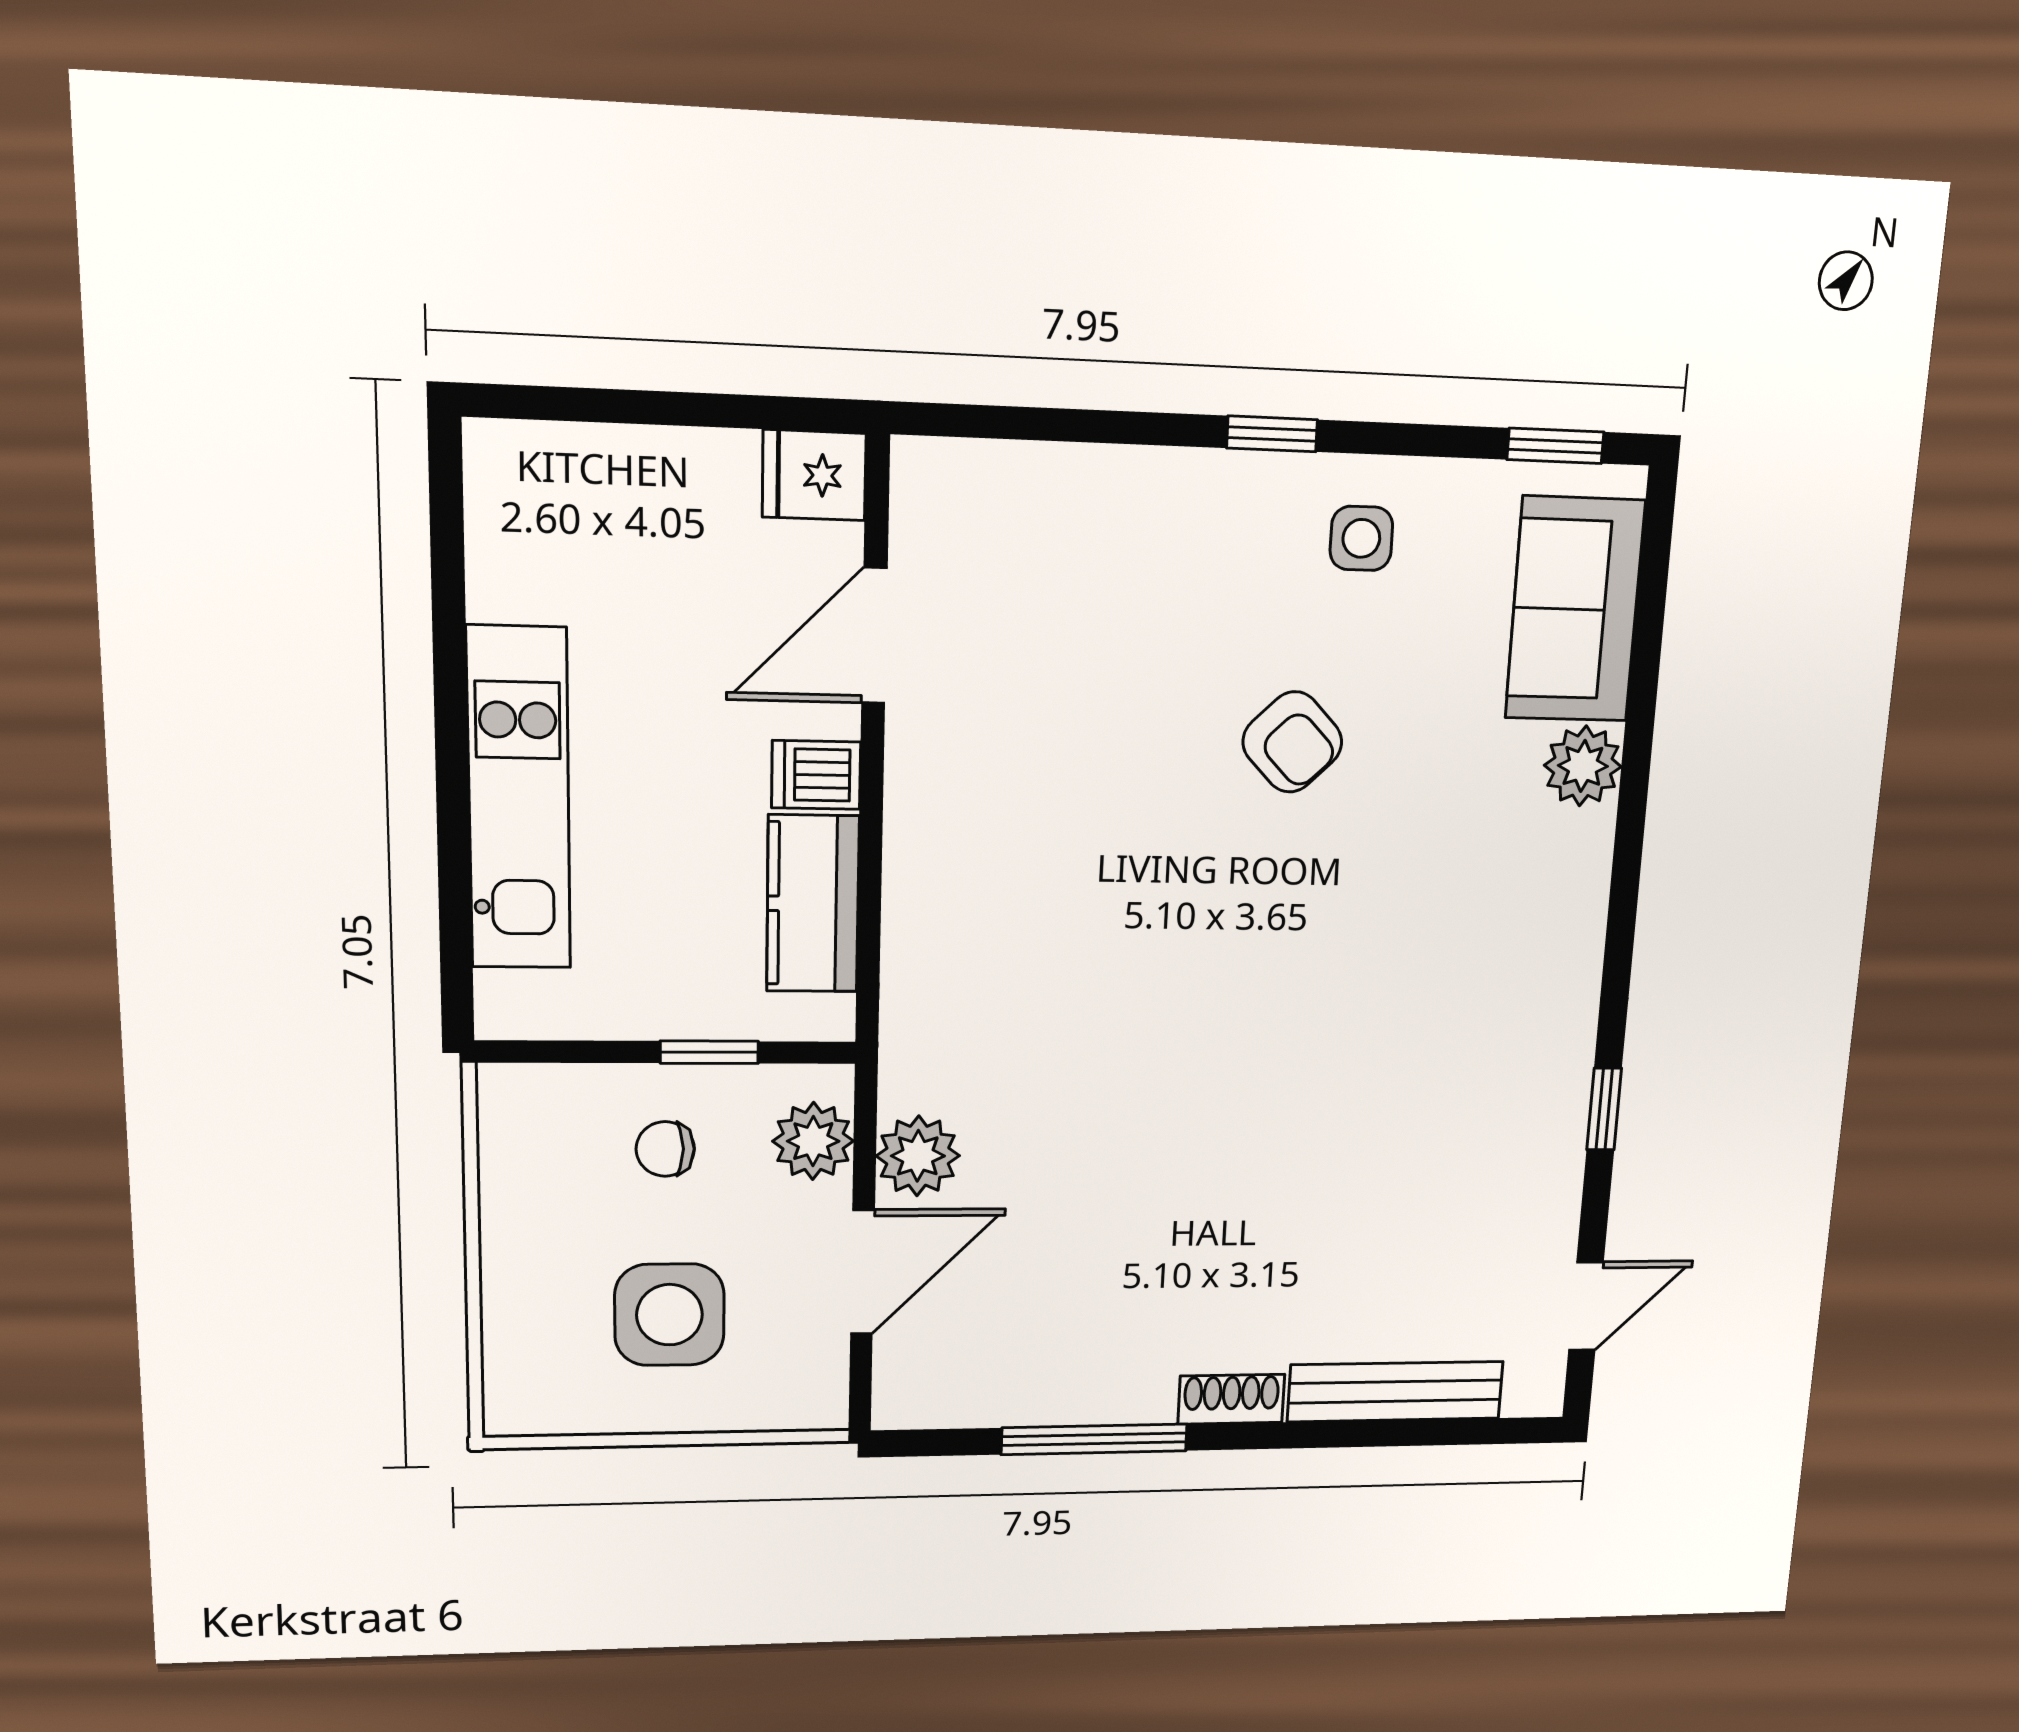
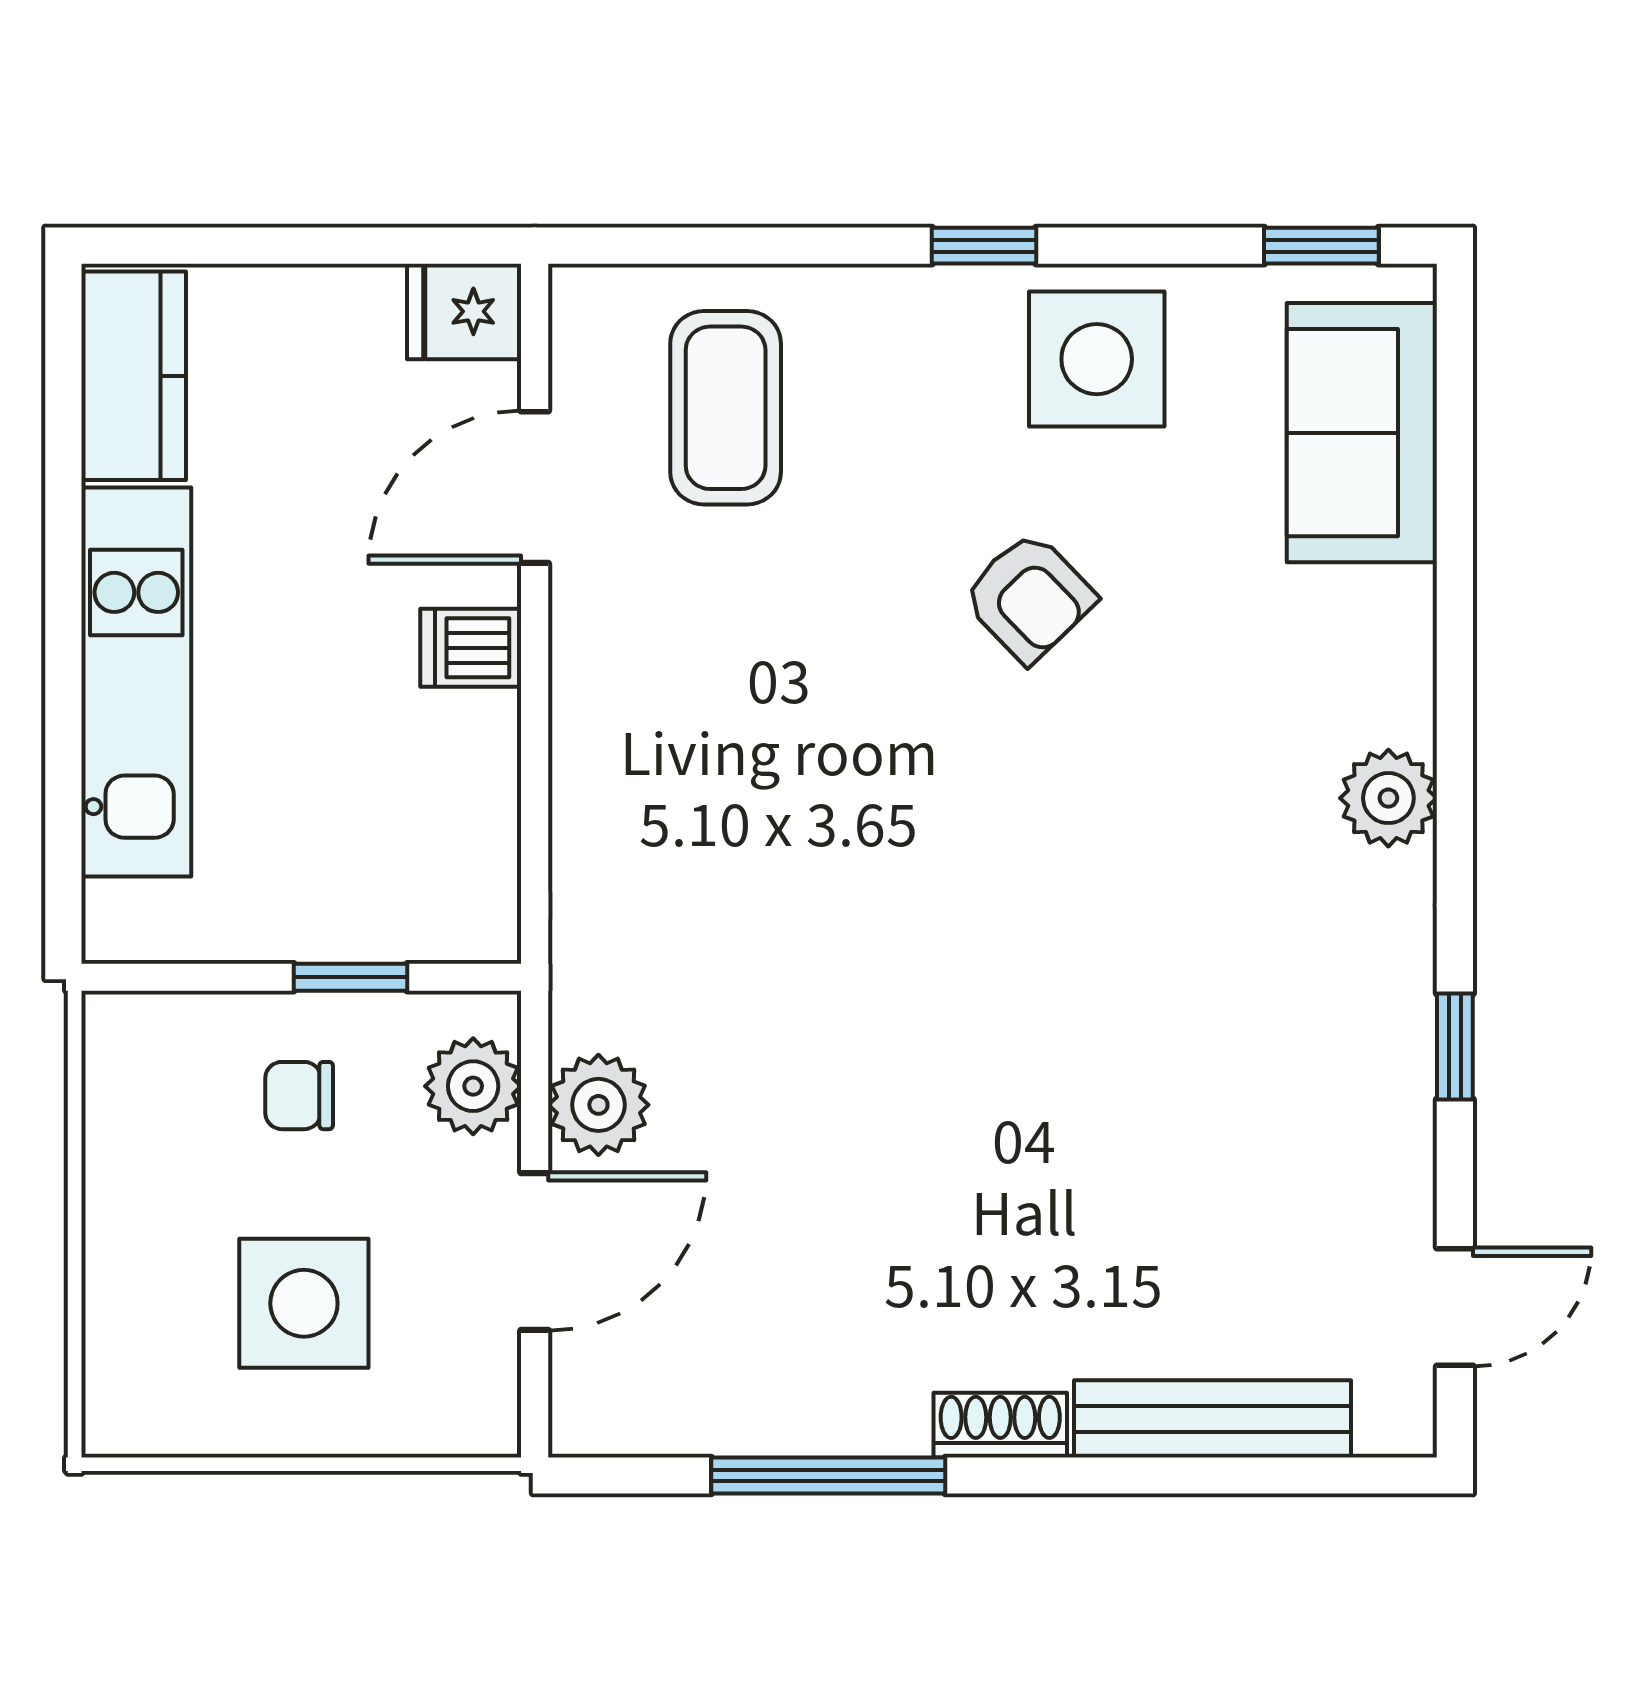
side table: (1361, 538) -> (1097, 359), width x1.87, depth x1.87
coffee table: (1043, 570) -> (726, 408), added
plant: (1583, 766) -> (1388, 798), moved
kitchen counter: (813, 904) -> (134, 376), moved, turned 180

